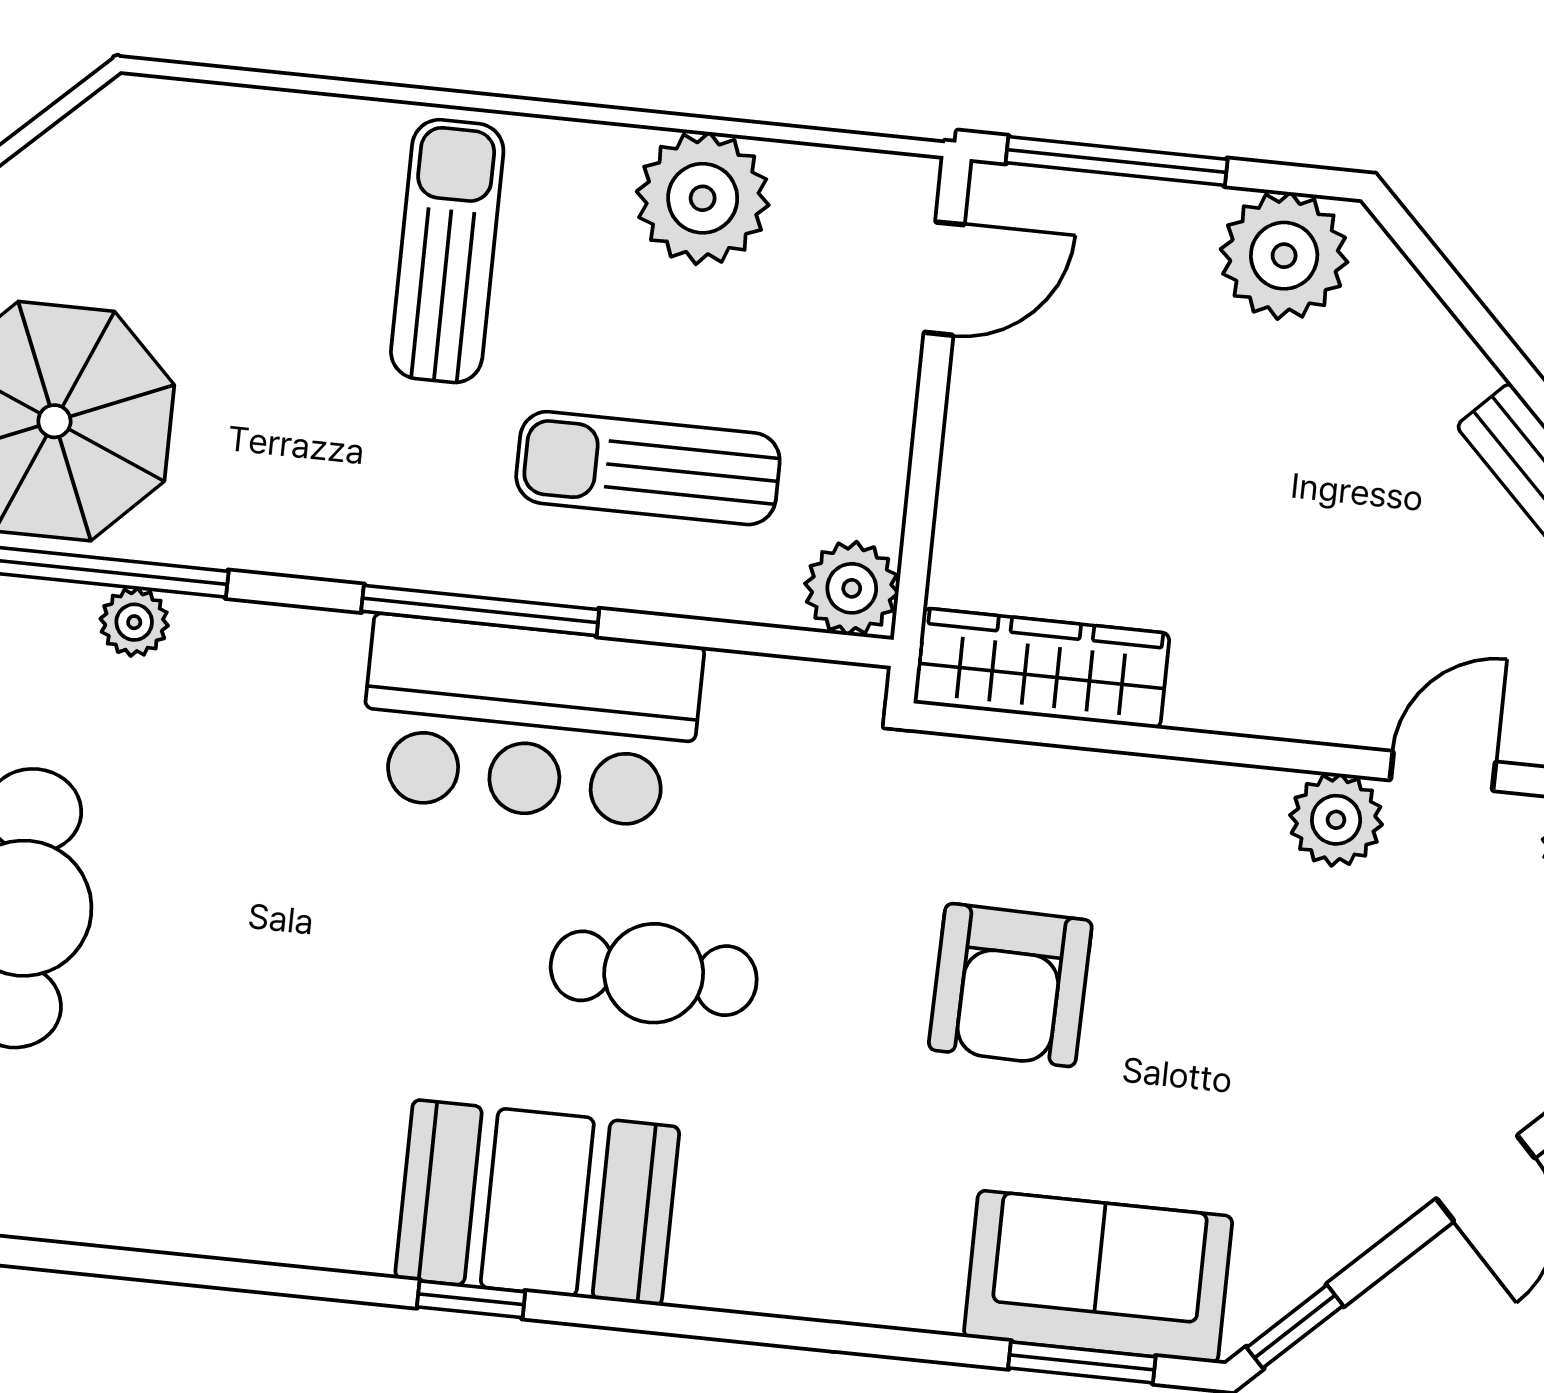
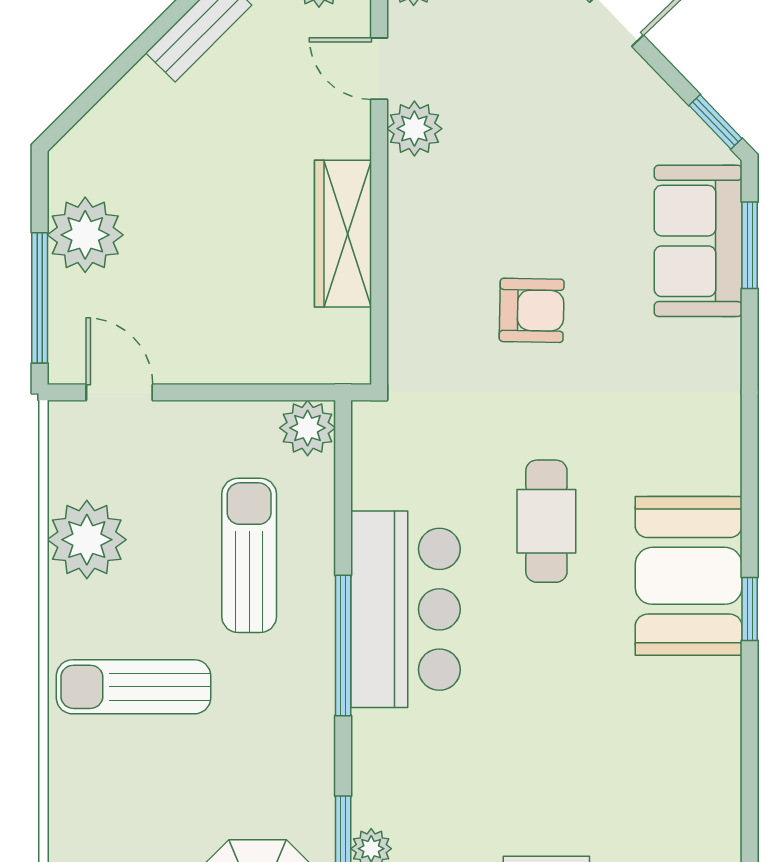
plant: (1284, 256) -> (85, 235), moved
sun lounger: (648, 468) -> (249, 555), turned 180
wardrobe: (1042, 668) -> (343, 234), moved
armchair: (1010, 985) -> (532, 310), width x0.72, depth x0.72

